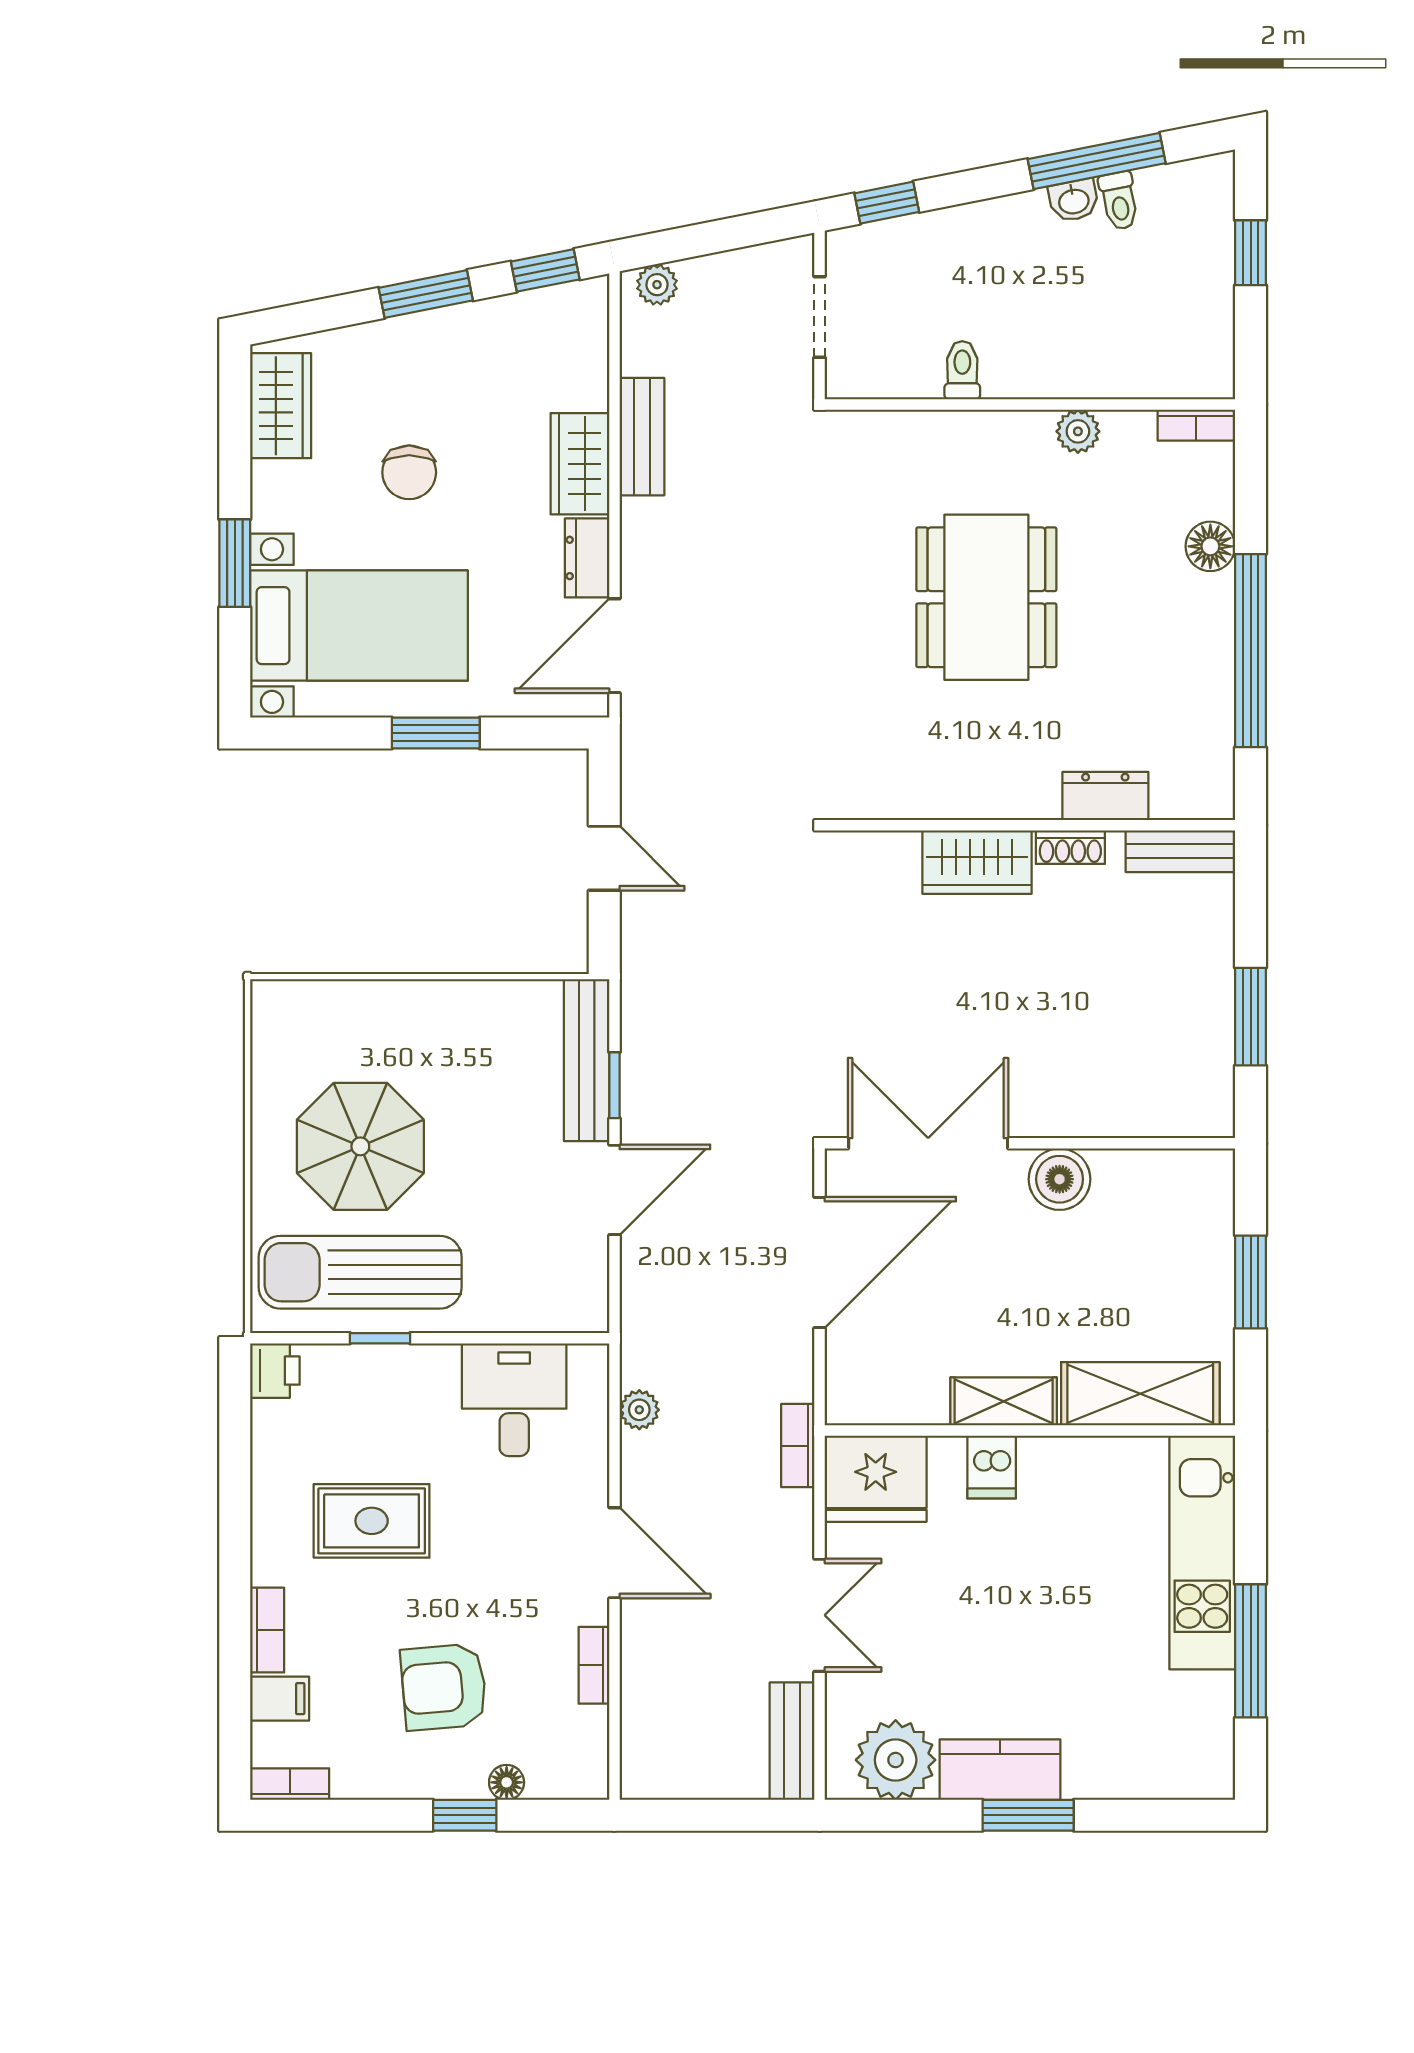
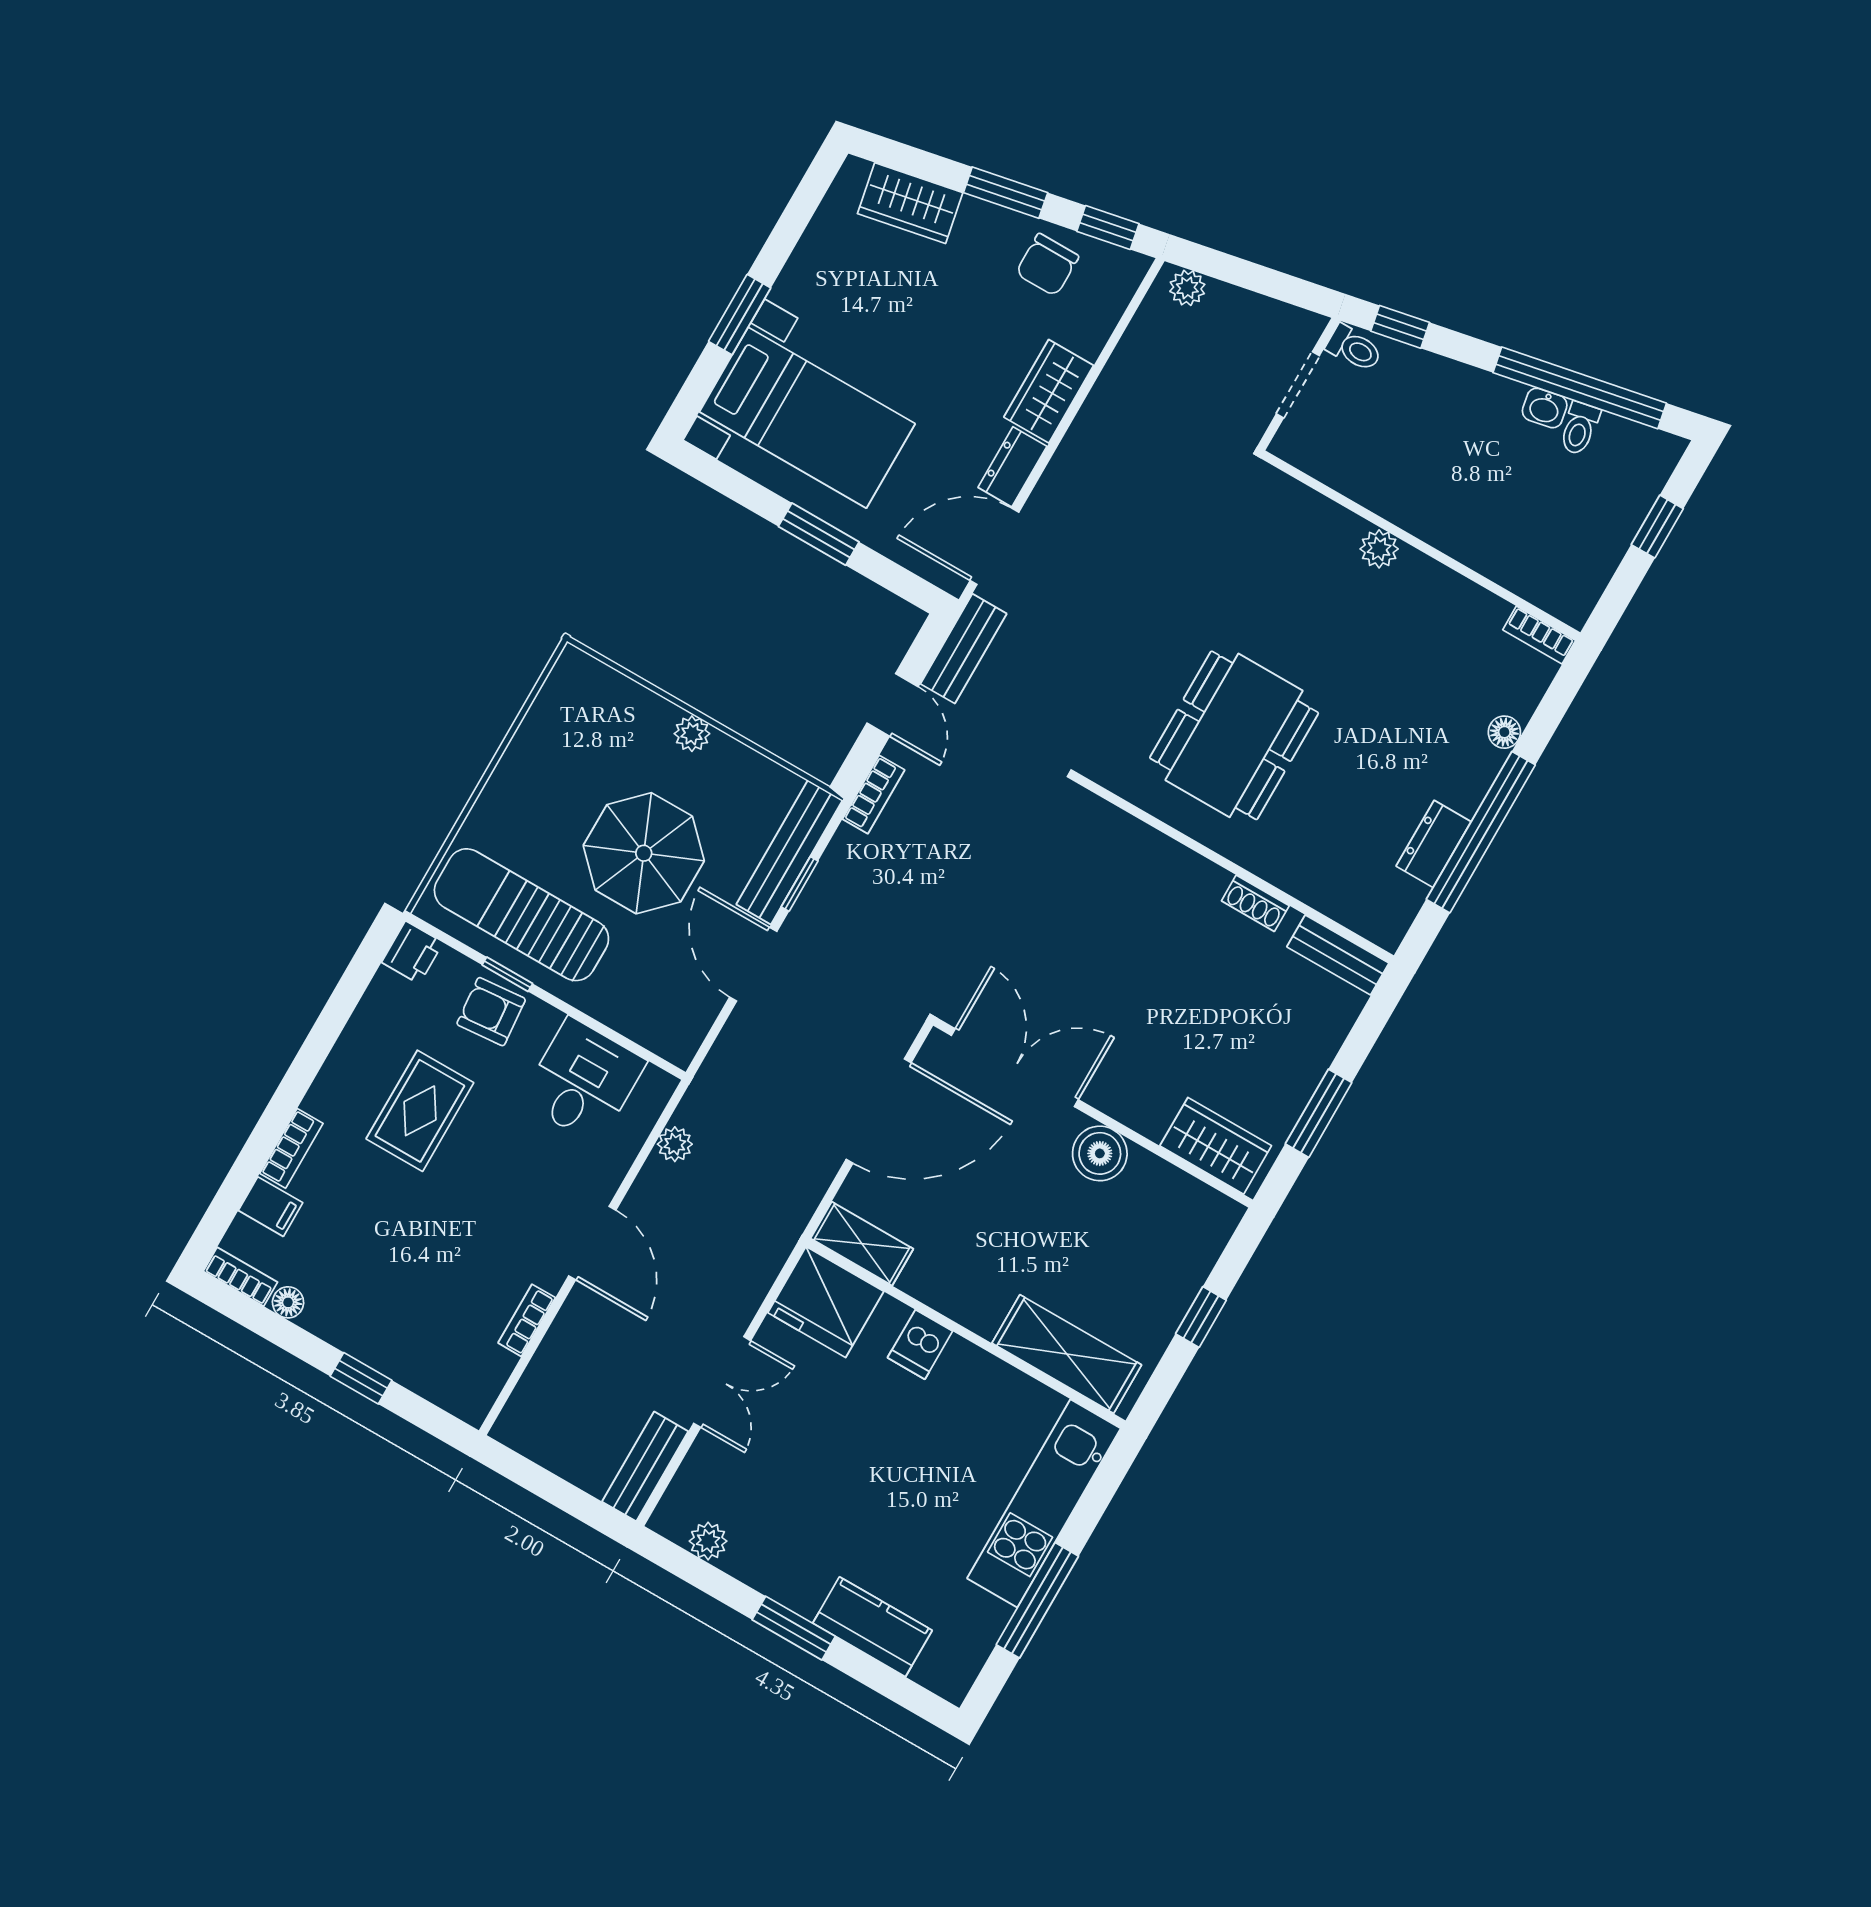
window: (1097, 161) -> (1580, 388), width x1.46
toilet: (962, 370) -> (1354, 348), moved, turned 90
wardrobe: (281, 406) -> (910, 203), moved, turned 79
plant: (1078, 431) -> (1379, 549), moved
bench: (642, 437) -> (964, 649), moved
chair: (409, 472) -> (1047, 265), moved
floor lamp: (1210, 546) -> (1504, 732), width x0.73, depth x0.73
dining table: (986, 597) -> (1234, 735), moved
dresser: (1105, 796) -> (1434, 844), moved, turned -90
wardrobe: (977, 862) -> (1216, 1146), moved, turned 180
plant: (425, 999) -> (692, 734), added
parasol: (360, 1146) -> (644, 853), moved
door: (614, 1190) -> (753, 964), swing flipped
window: (1251, 1282) -> (1201, 1317), width x0.67
shelving: (1004, 1401) -> (862, 1244), moved
bookcase: (798, 1446) -> (874, 794), moved, turned 180
rug: (372, 1521) -> (420, 1111), turned 90
armchair: (444, 1687) -> (491, 1012), moved, width x0.72, depth x0.72
plant: (896, 1760) -> (708, 1541), width x0.53, depth x0.53
kitchen counter: (1000, 1770) -> (872, 1627), moved
floor lamp: (507, 1782) -> (288, 1302), moved

